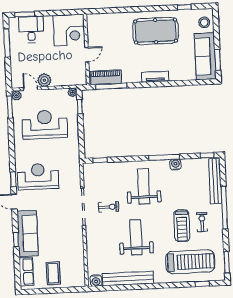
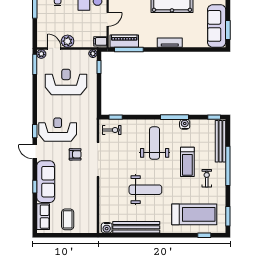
filing cabinet: (80, 79) -> (100, 41), added
armchair: (58, 202) -> (75, 154), added
exercise bike: (109, 207) -> (112, 130), moved
treadmill: (182, 226) -> (187, 162), moved
weight bench: (136, 237) -> (145, 190), turned 90

